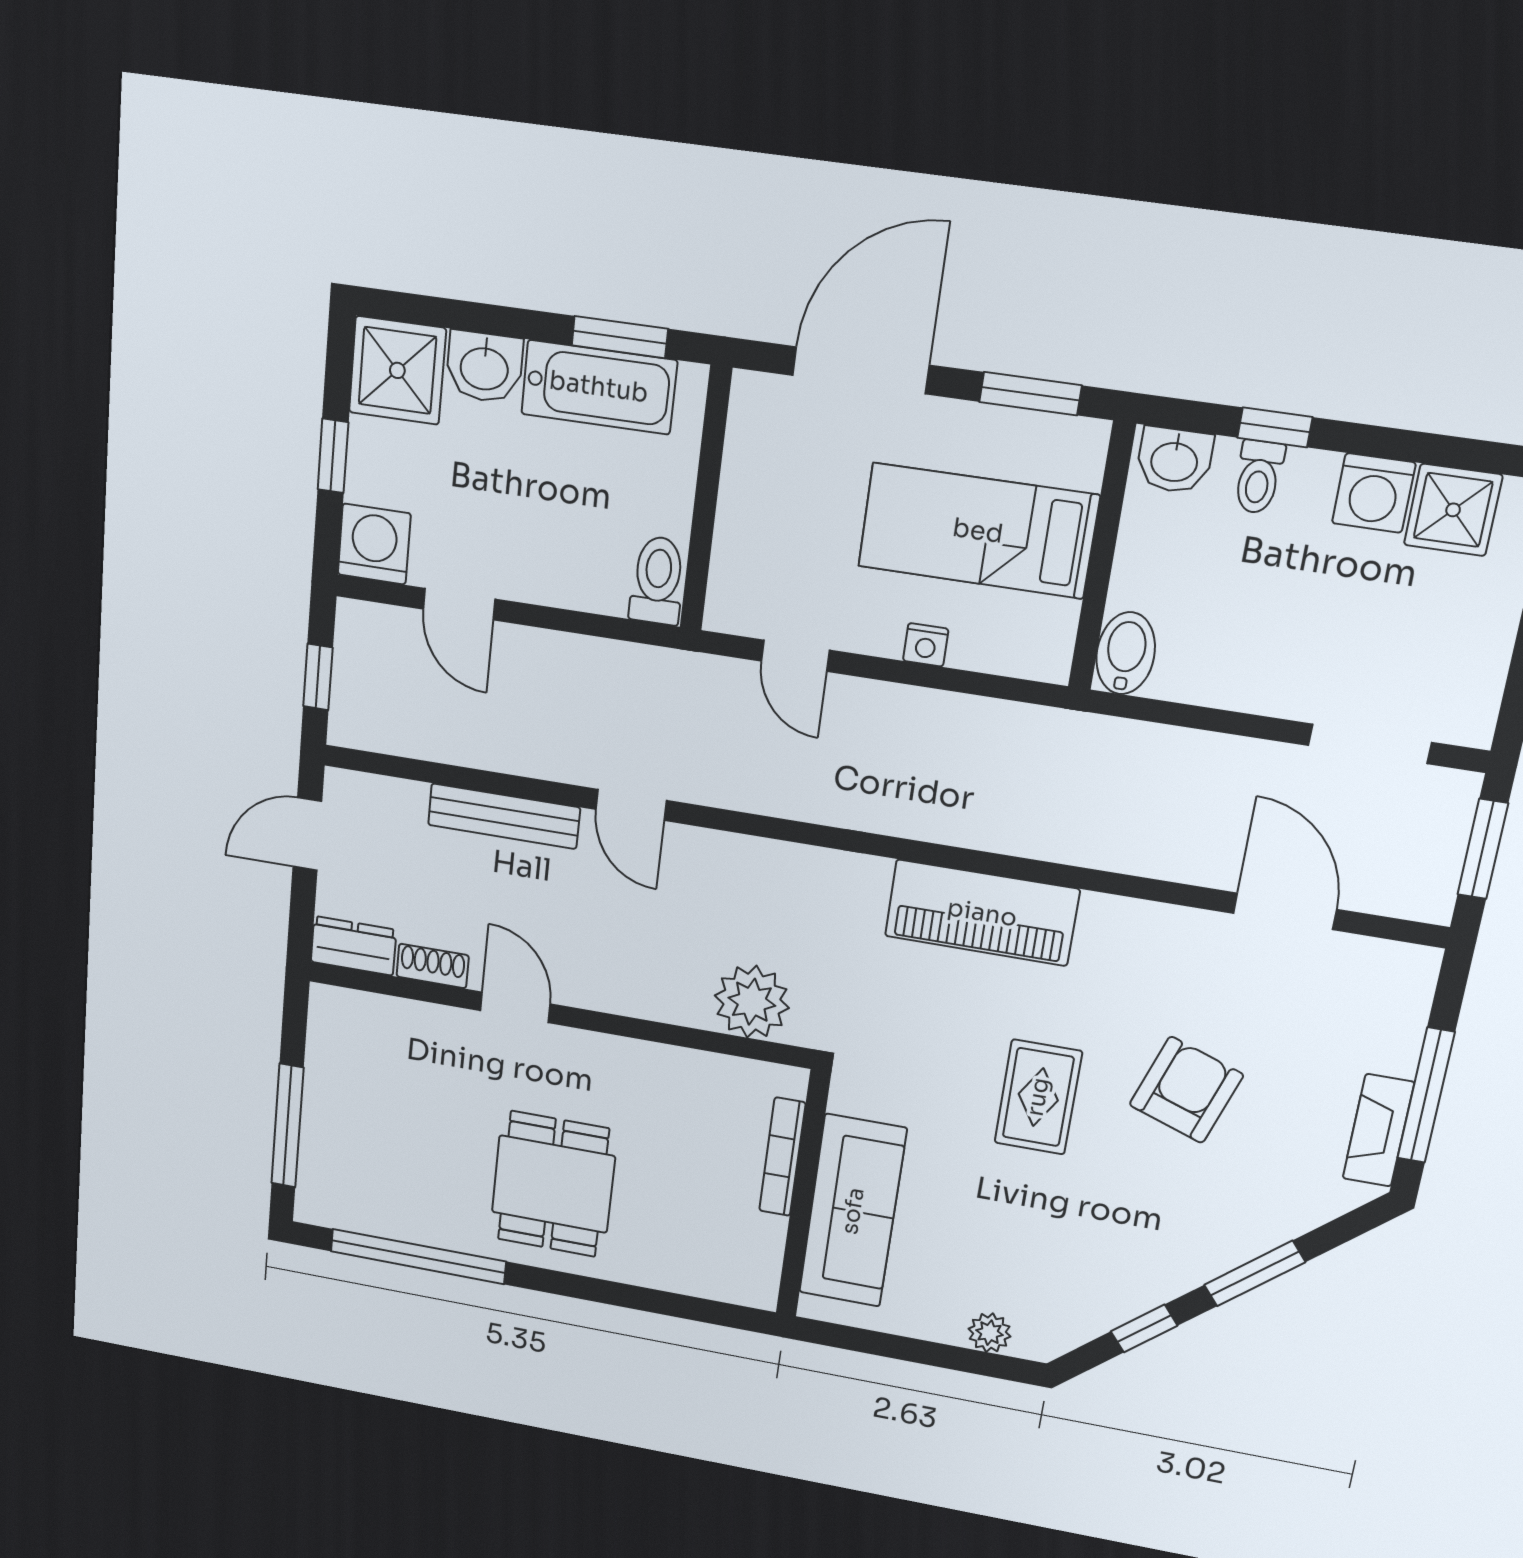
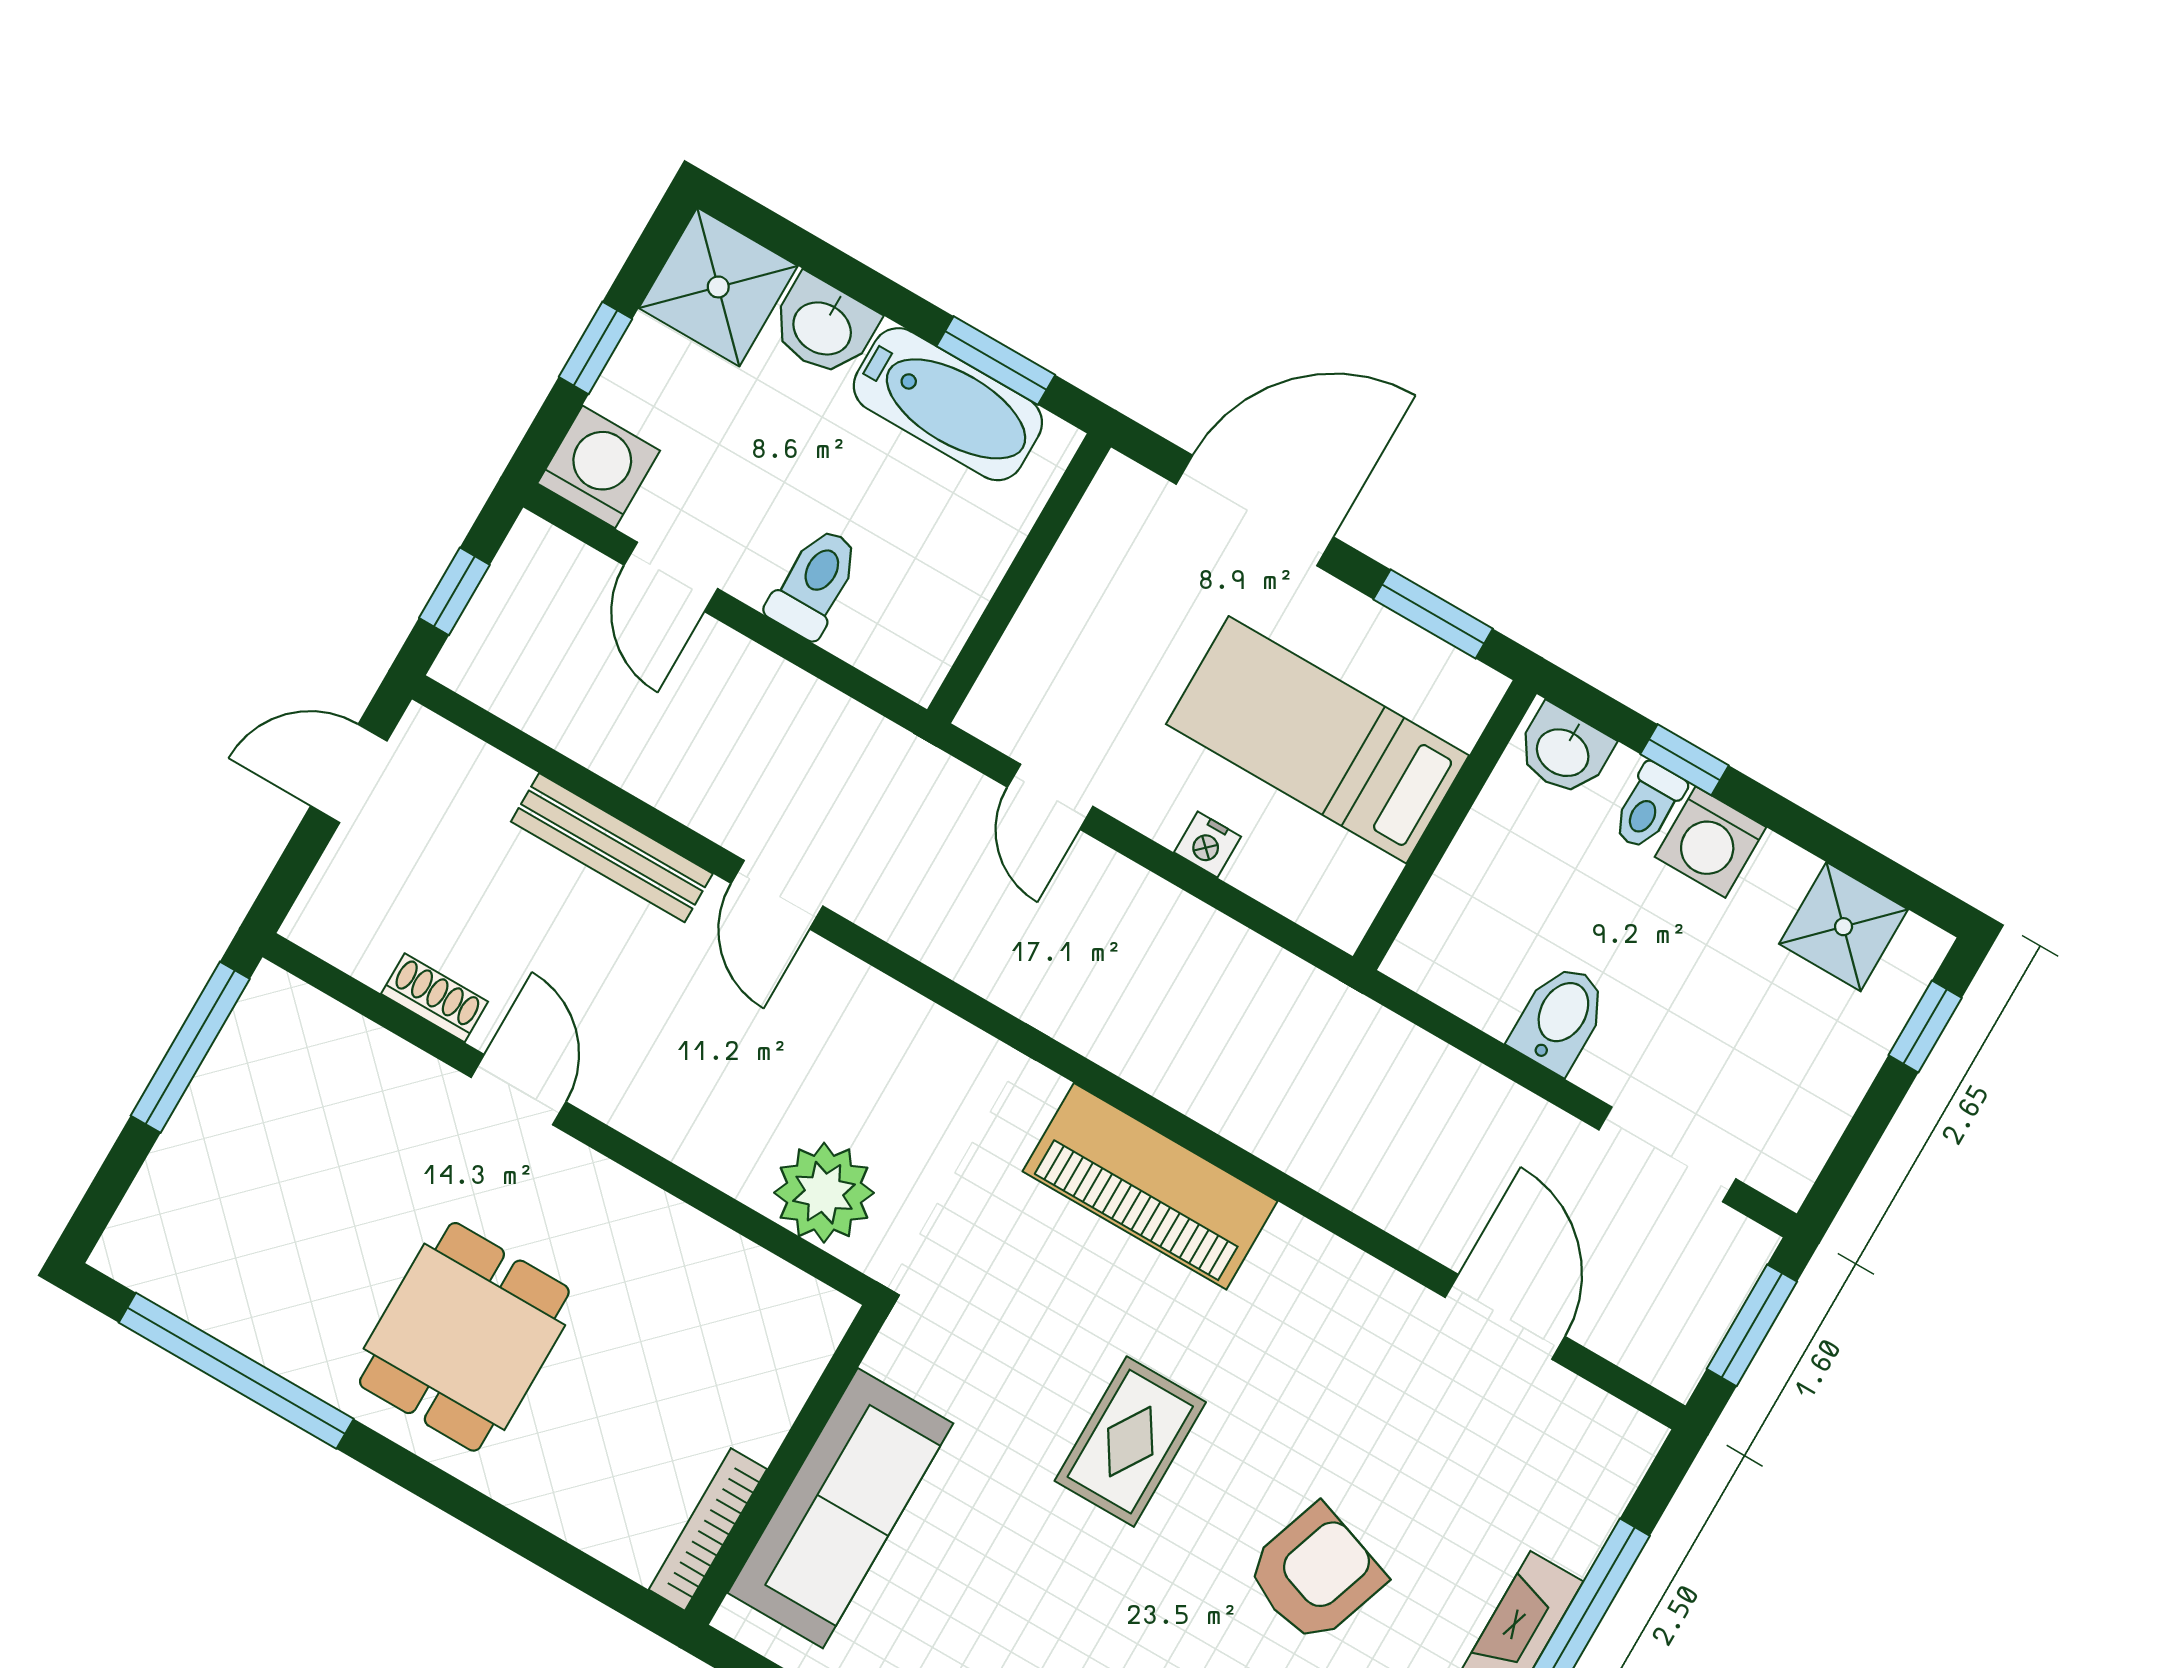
washing machine: (1374, 493) -> (1710, 842), moved
toilet: (657, 580) -> (814, 583), moved
bidet: (1126, 653) -> (1560, 1018), moved
dresser: (353, 946) -> (343, 934), removed
armchair: (1186, 1090) -> (1315, 1574), moved
window: (287, 1126) -> (190, 1047), moved
bookcase: (782, 1157) -> (708, 1529), moved

